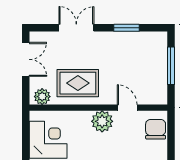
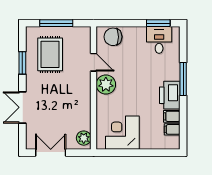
rug: (78, 83) -> (50, 54), moved
door: (127, 108) -> (94, 62), swing flipped

